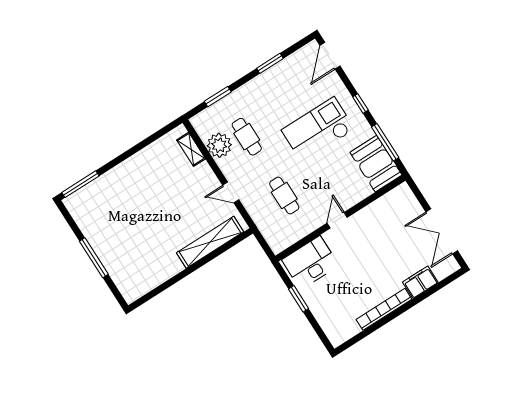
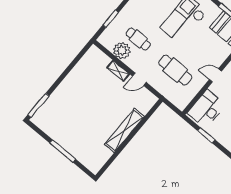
shelving: (191, 149) -> (118, 71), moved
cafe table: (284, 196) -> (175, 70), width x1.37, depth x1.35
door: (337, 220) -> (215, 75), hinge flipped
shelving: (210, 242) -> (124, 130), moved

